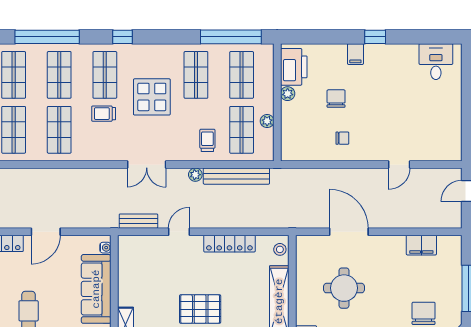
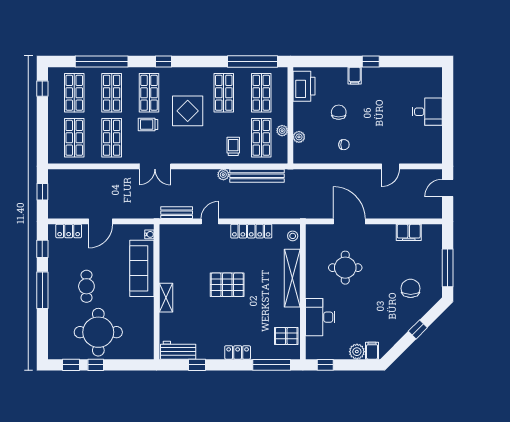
desk: (436, 62) -> (427, 112), moved, turned 90
plant: (288, 94) -> (299, 137), moved
double door: (147, 165) -> (155, 166), moved

